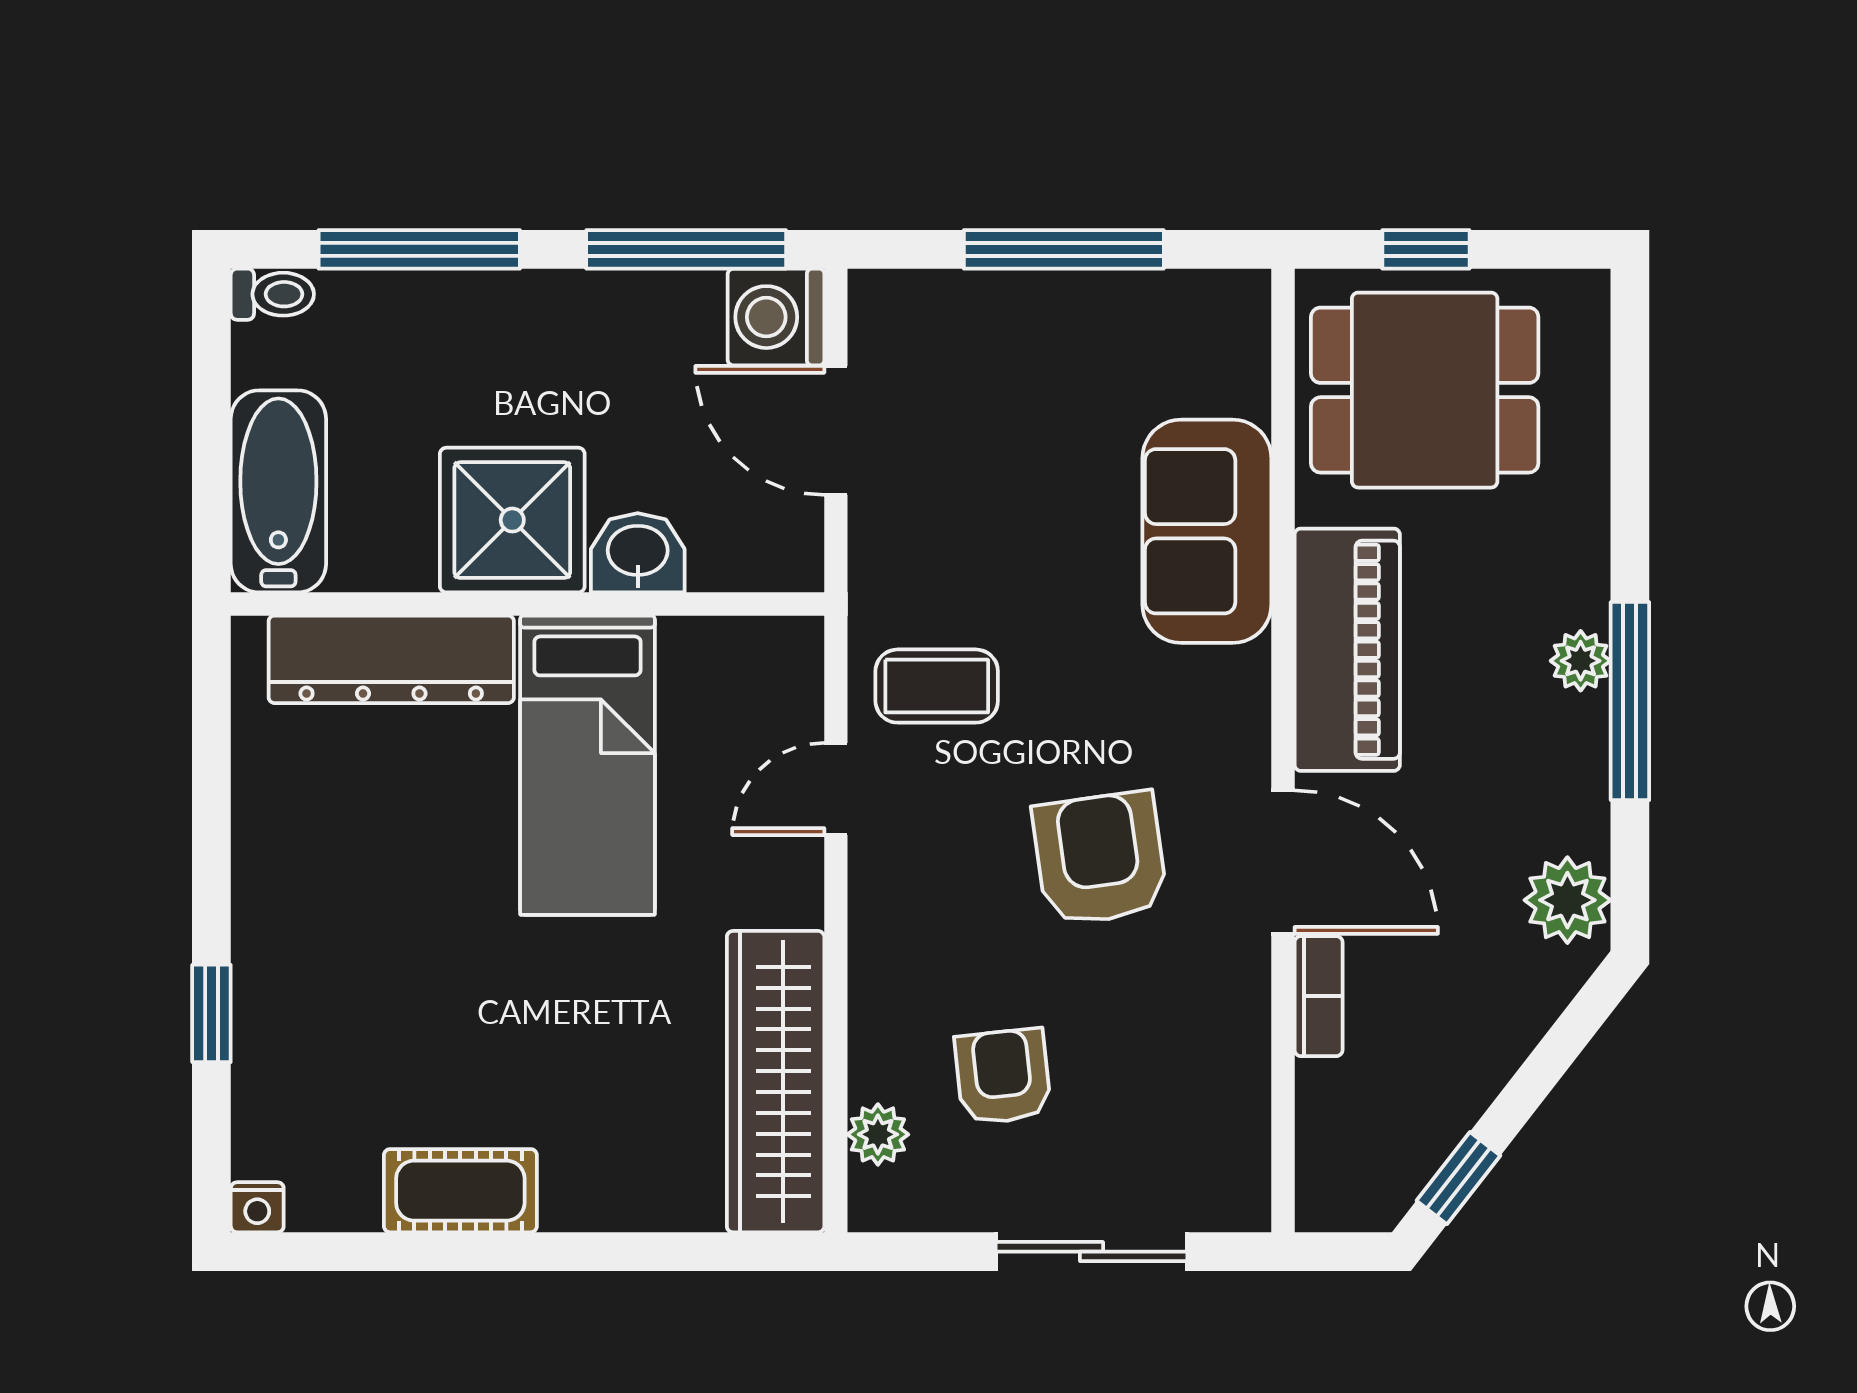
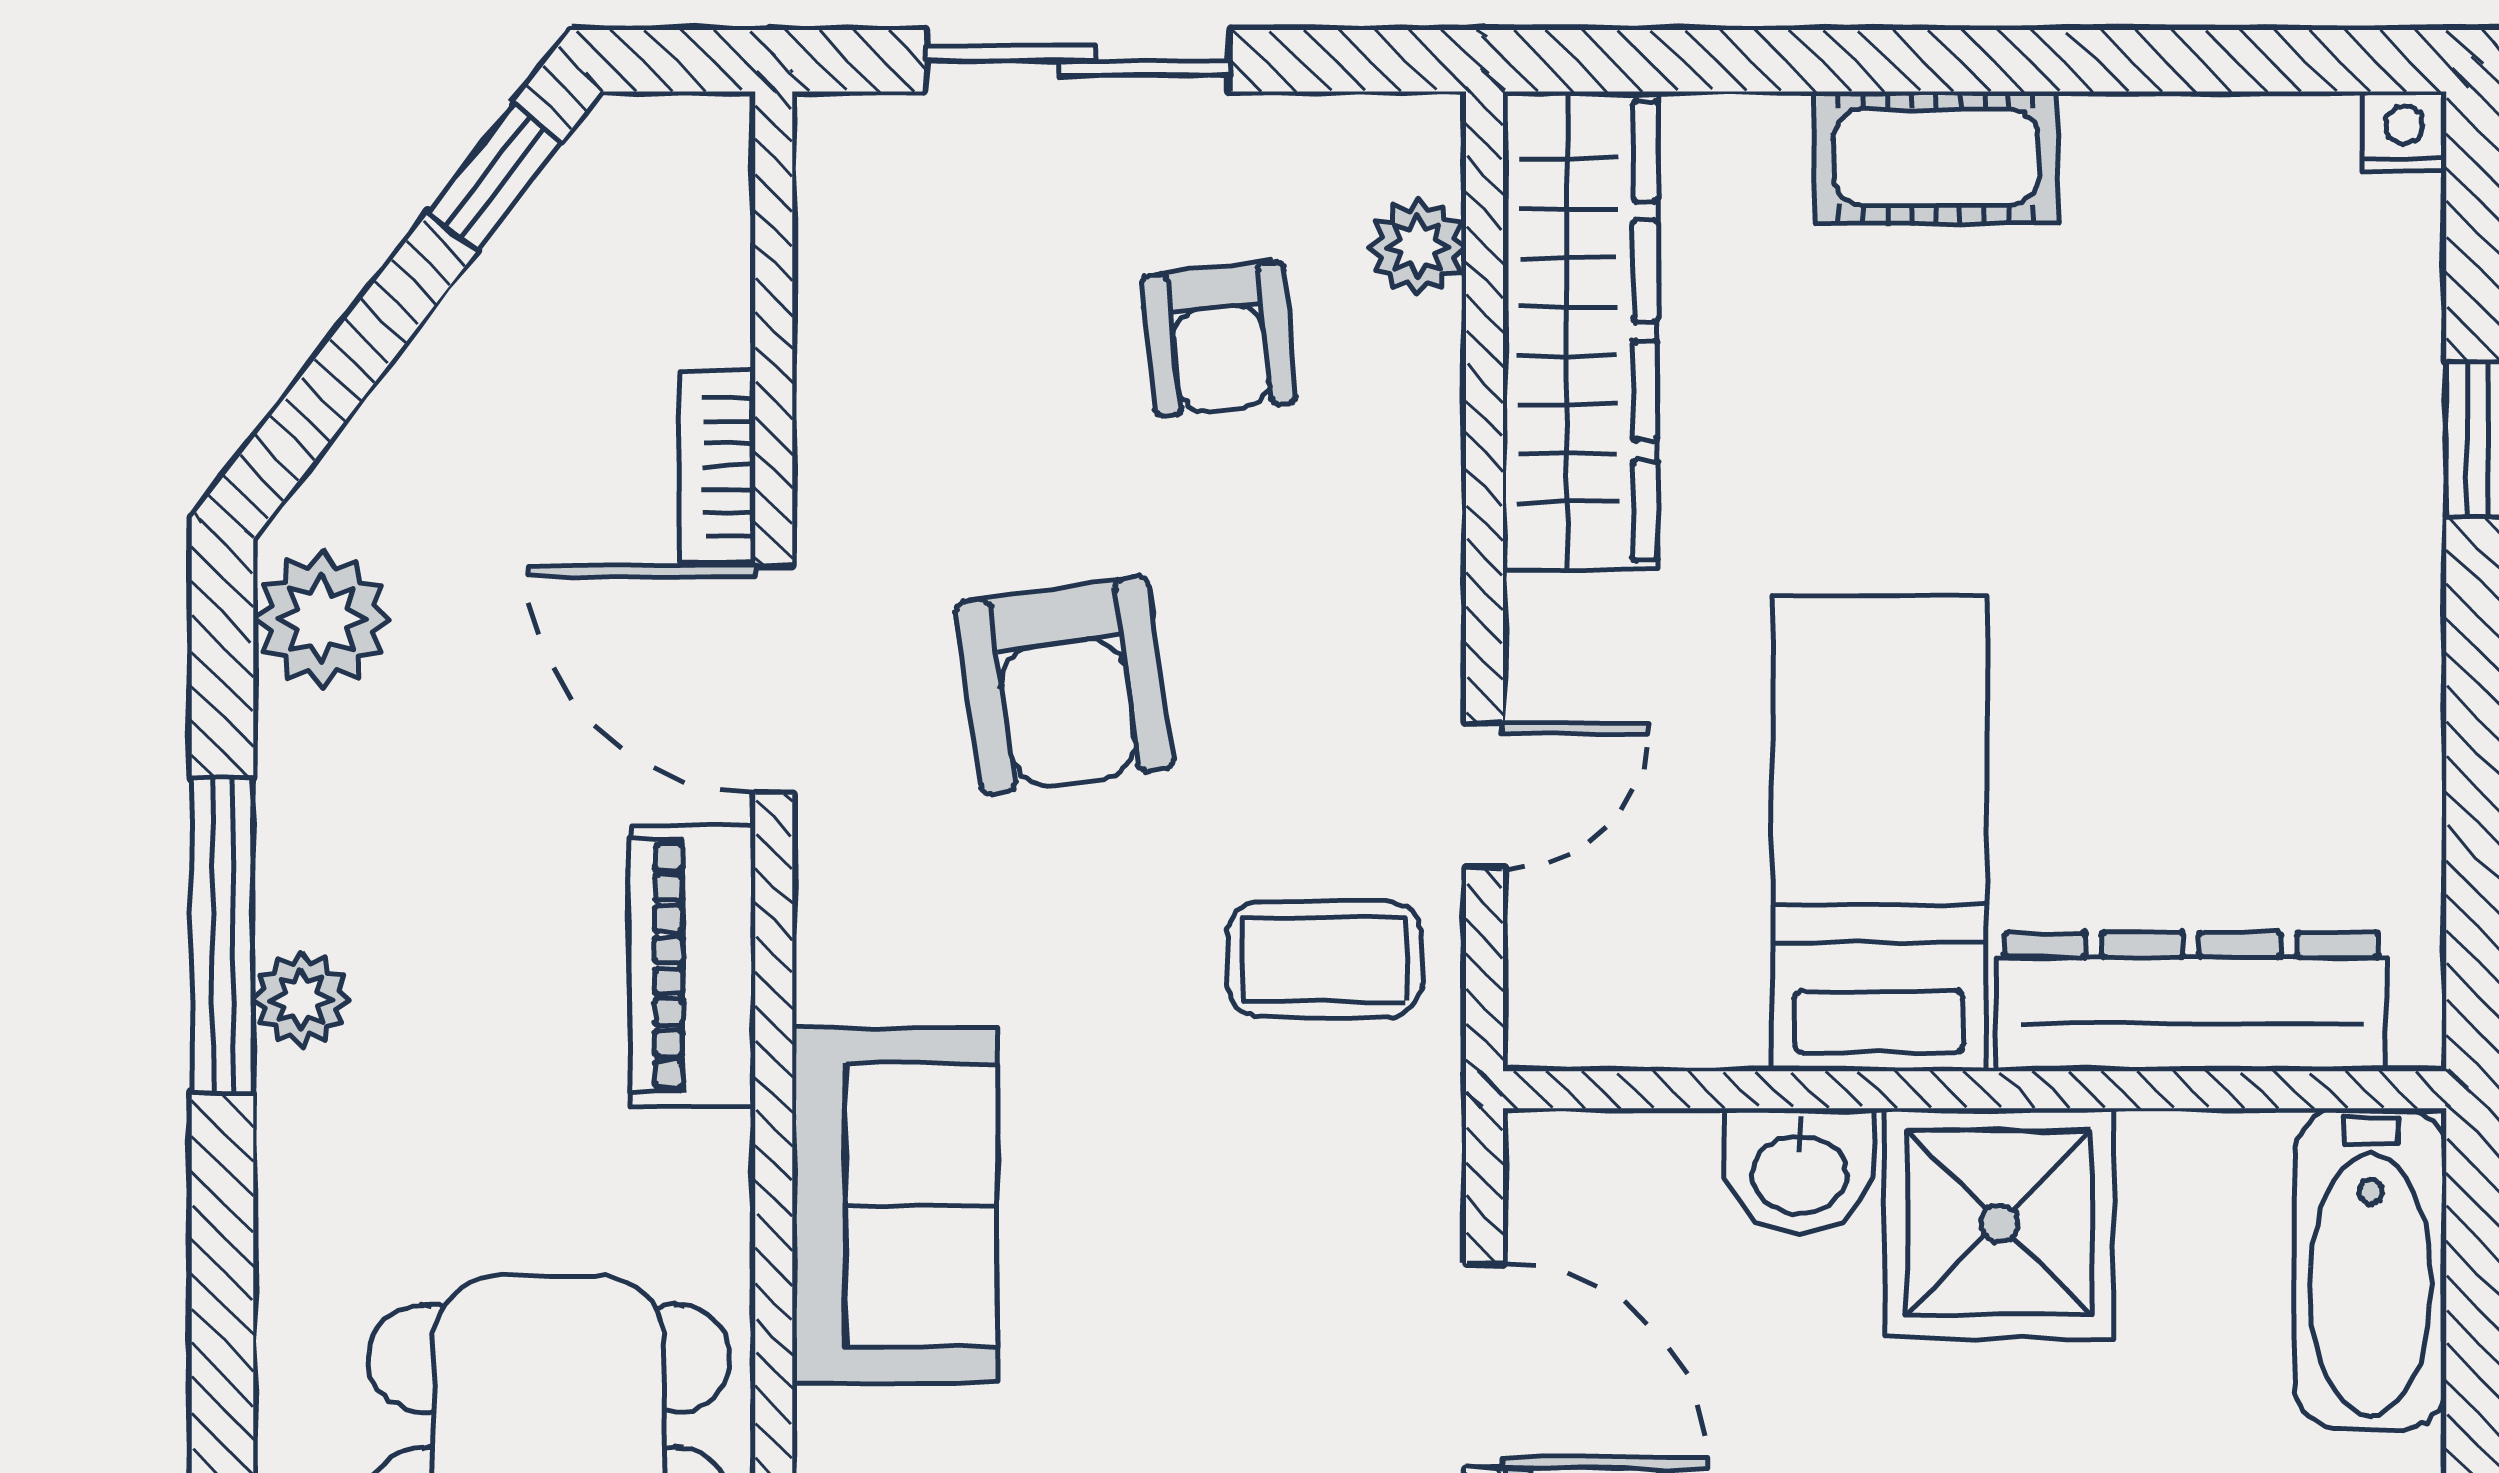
piano: (1347, 650) -> (692, 966), width x0.73, depth x0.75
cot: (460, 1191) -> (1936, 157), moved

